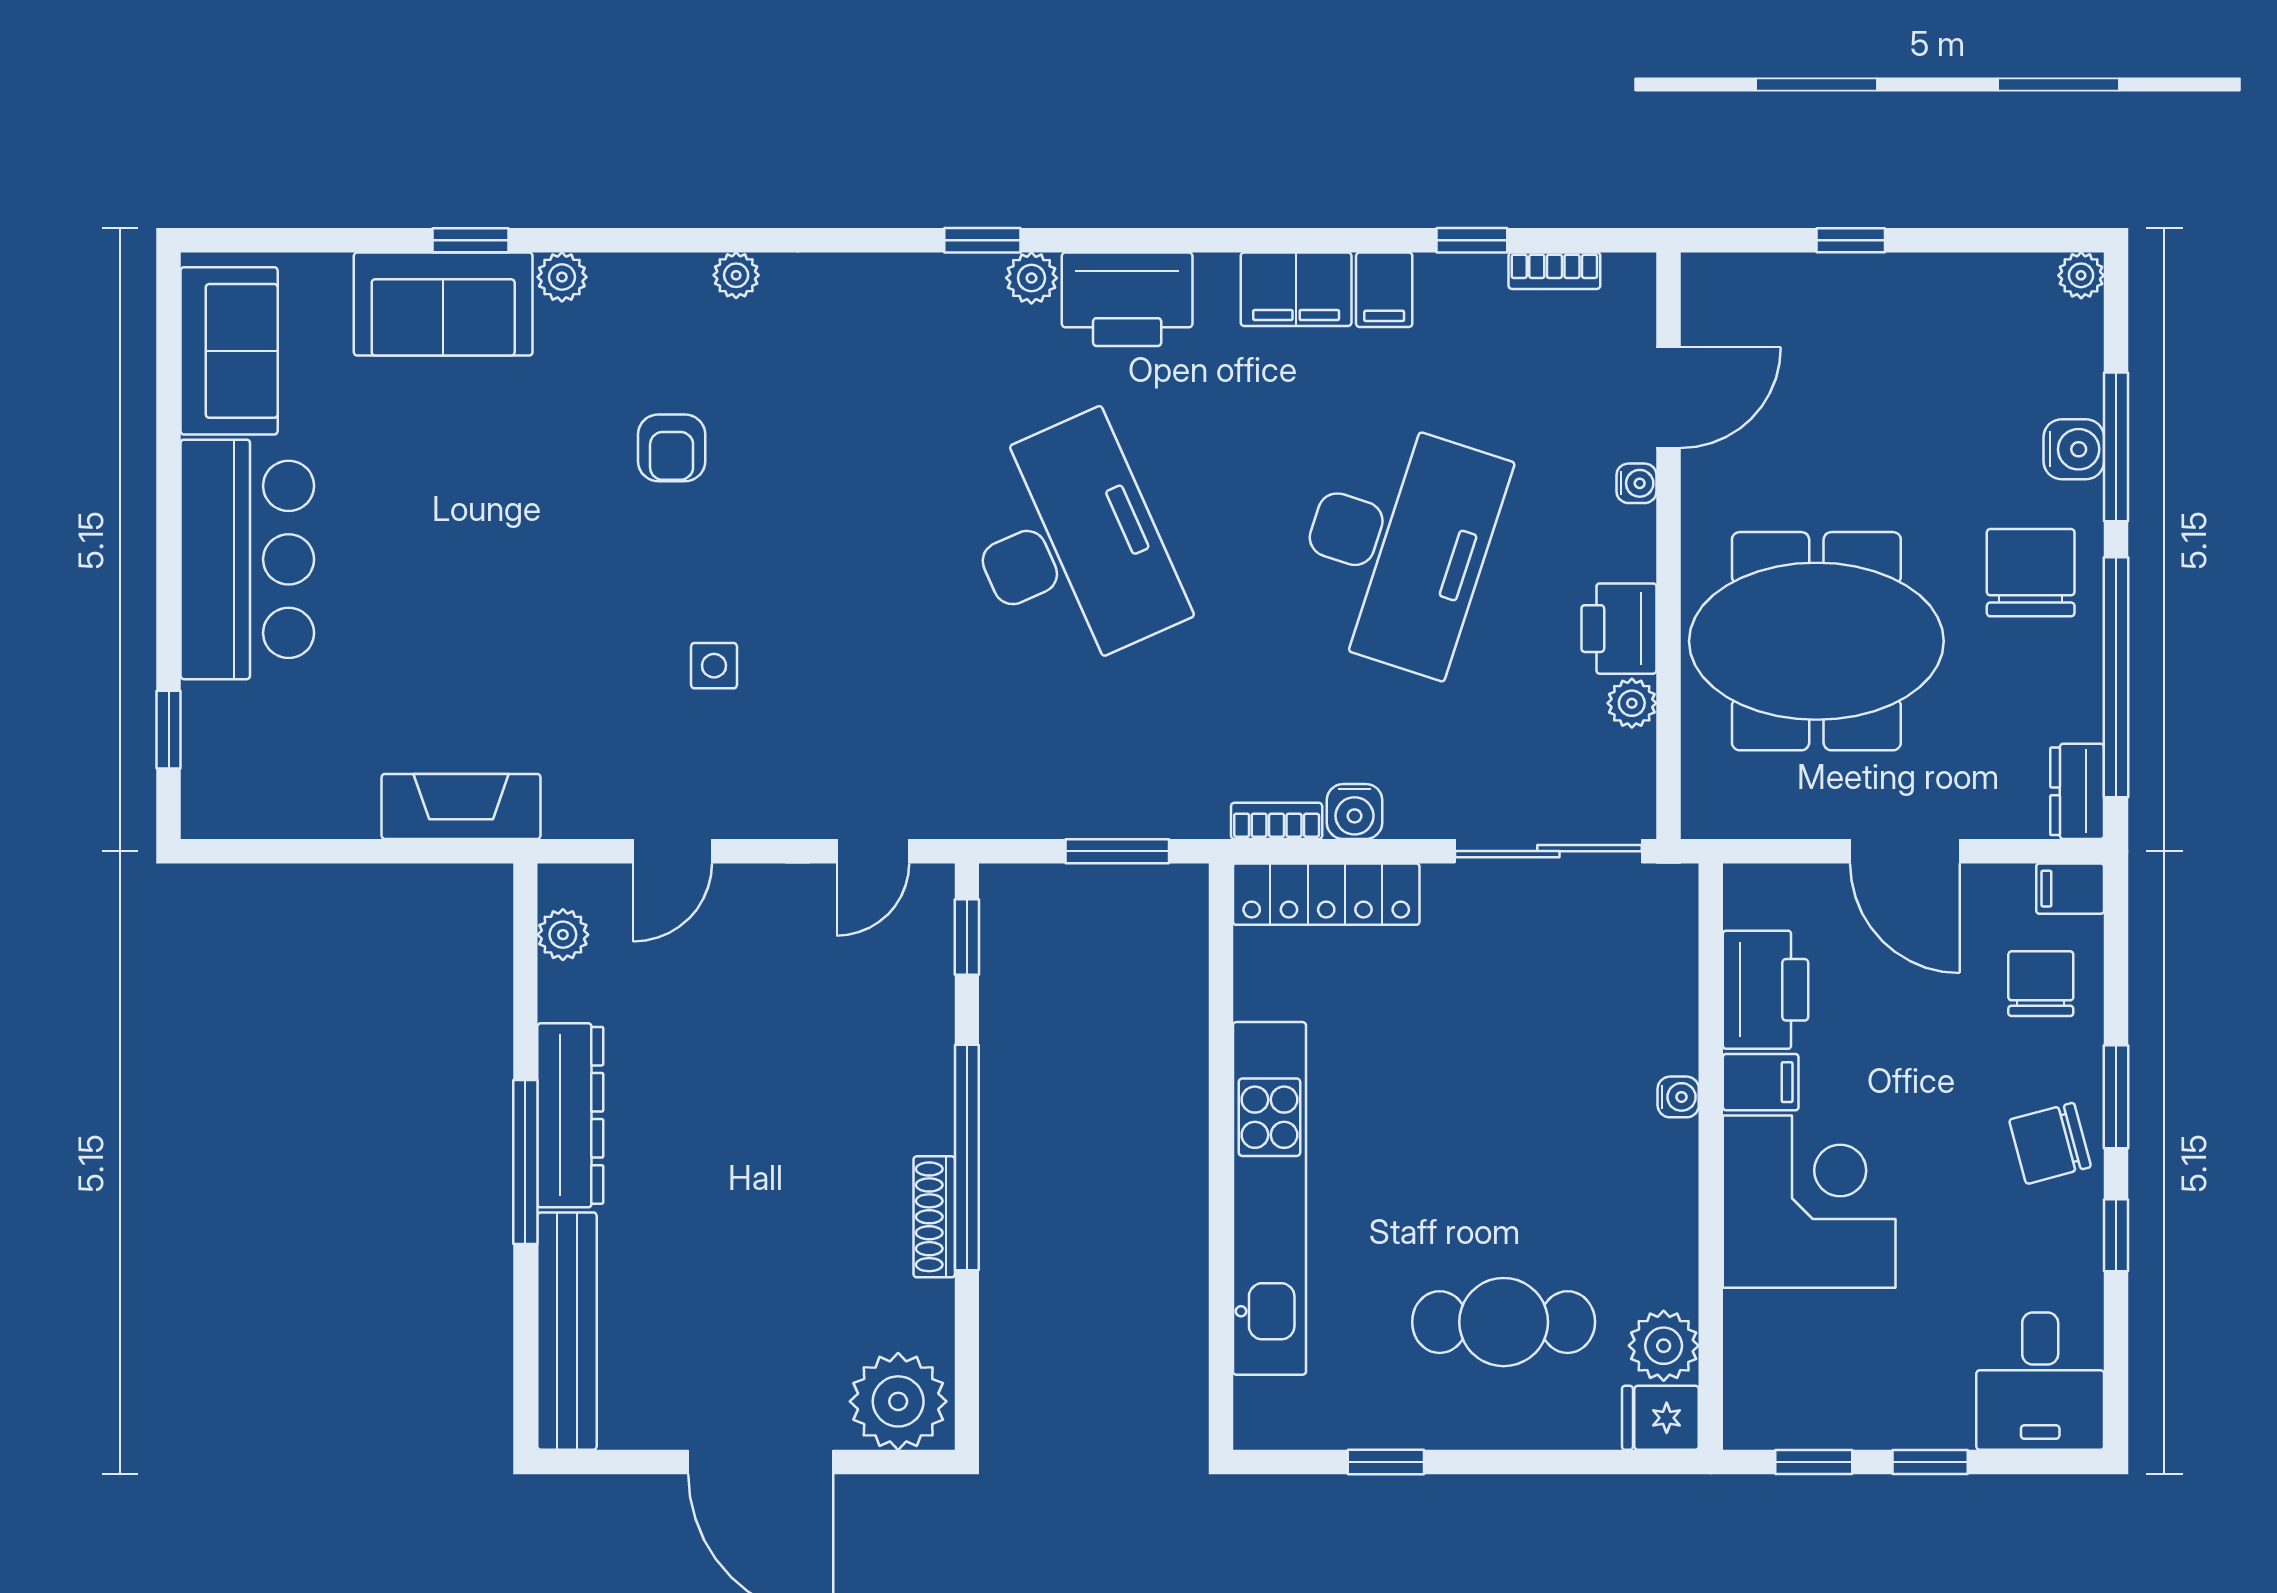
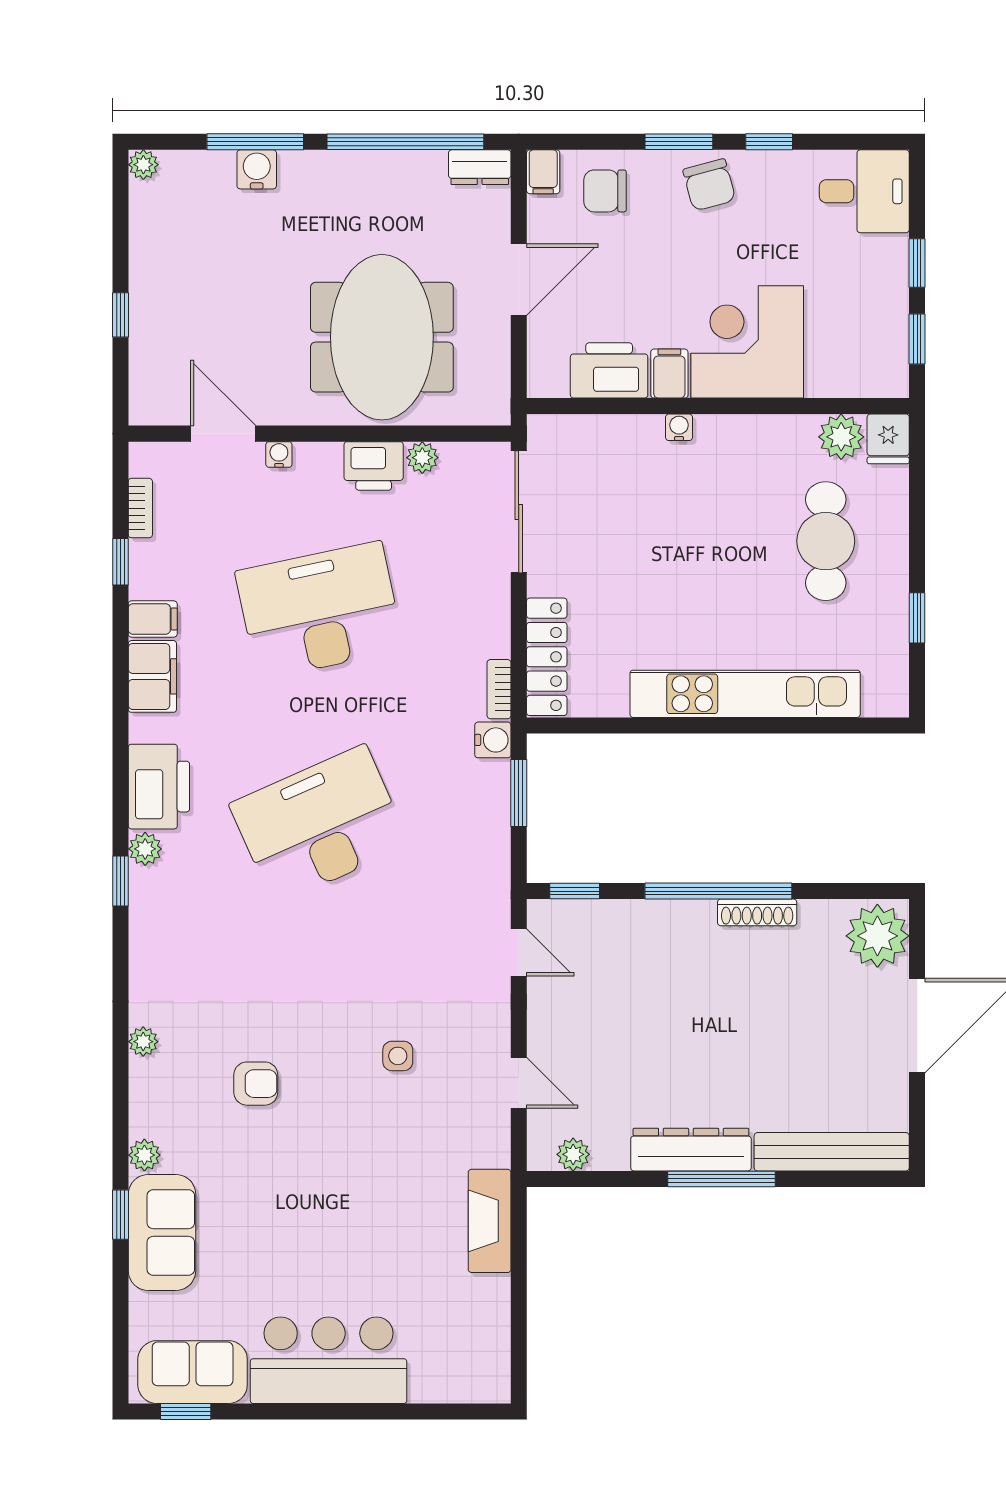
desk: (1397, 546) -> (320, 611), turned -30
chair: (2031, 573) -> (337, 197), removed
window: (169, 730) -> (186, 1412), moved
water cooler: (1355, 811) -> (493, 740), moved

